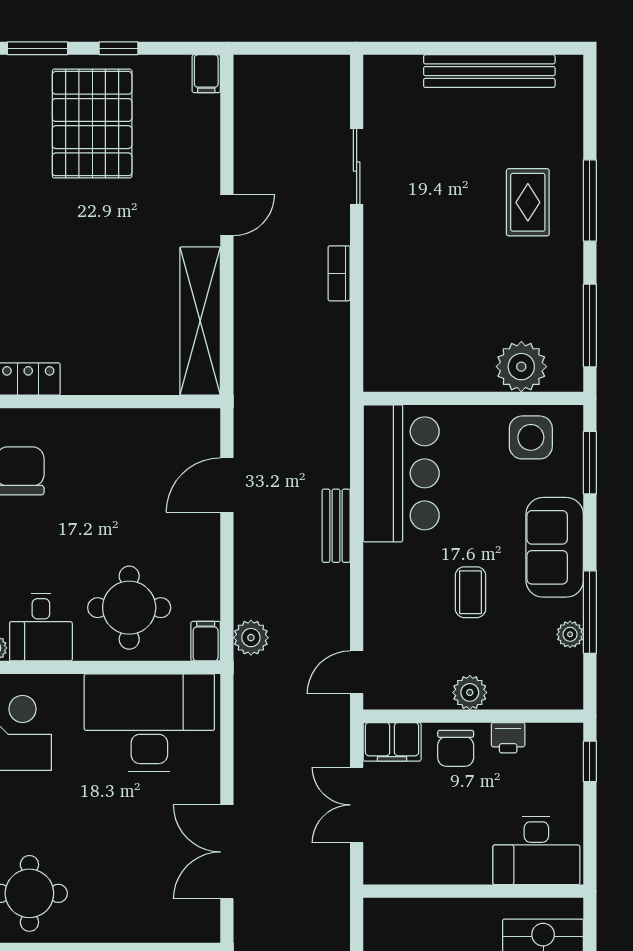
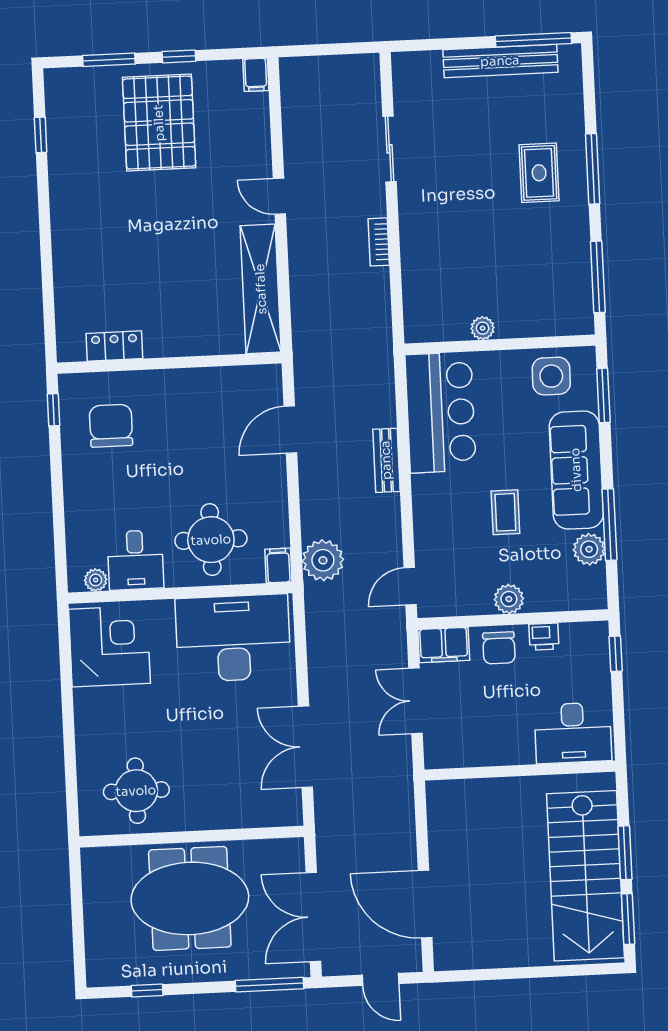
window: (529, 48) -> (533, 40), added
door: (227, 215) -> (279, 196), swing flipped
plant: (521, 367) -> (483, 328), moved, width x0.53, depth x0.53
sofa: (555, 547) -> (576, 470), width x1.36
plant: (570, 634) -> (589, 549), width x1.38, depth x1.38
plant: (251, 638) -> (323, 560), width x1.36, depth x1.36

